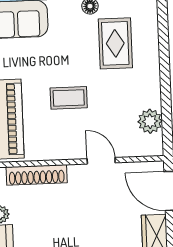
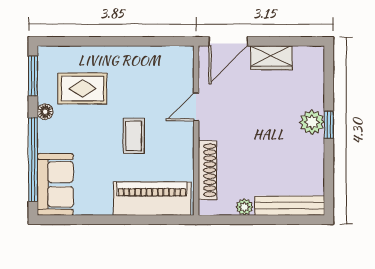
plant: (150, 121) -> (160, 58), removed

